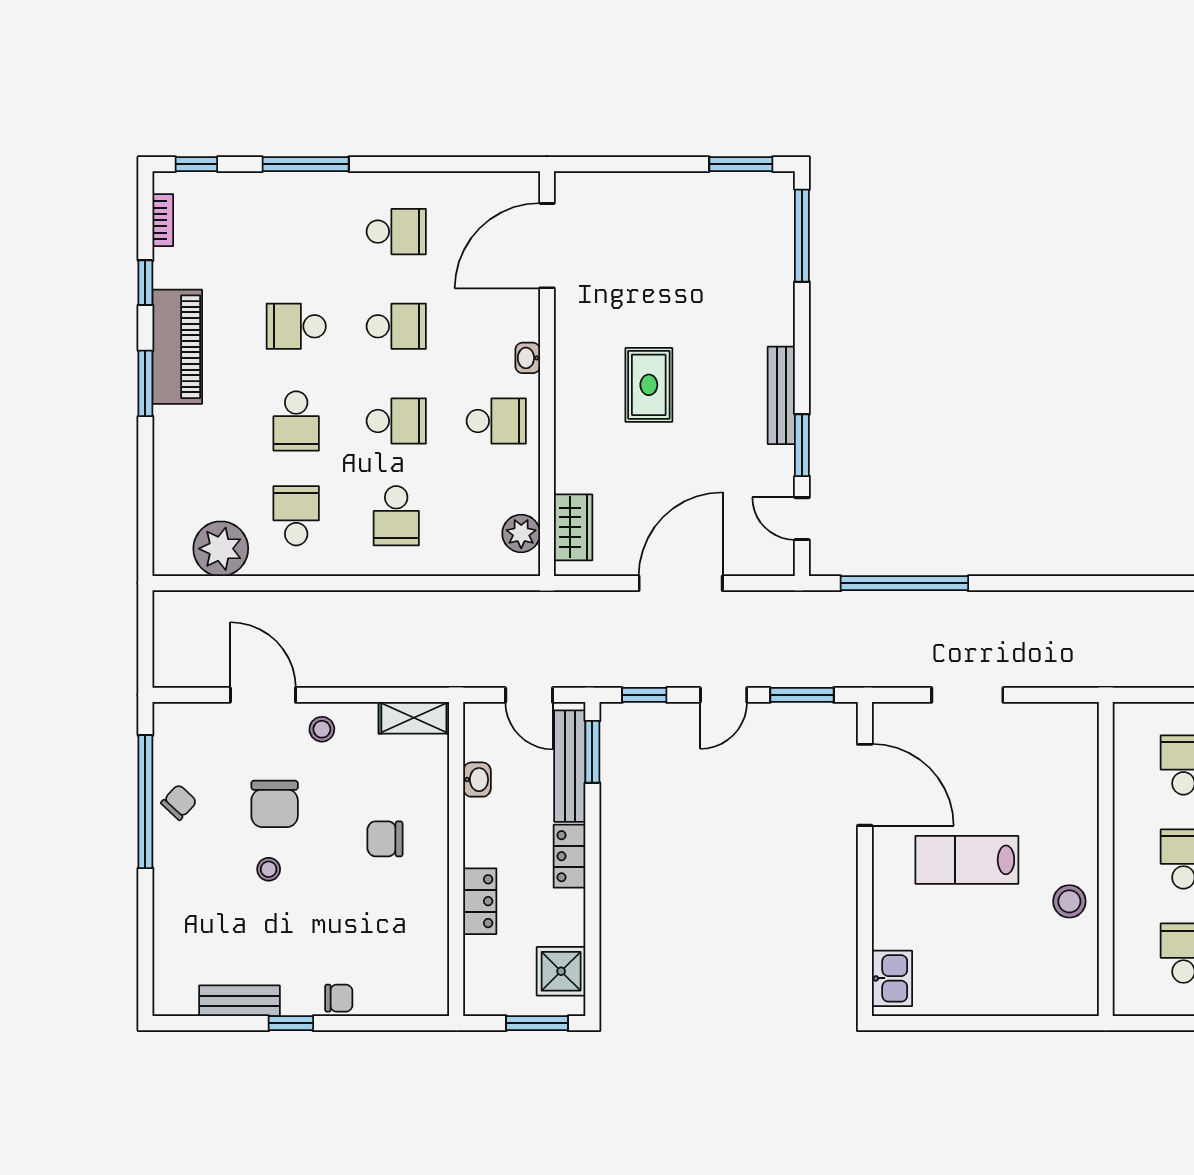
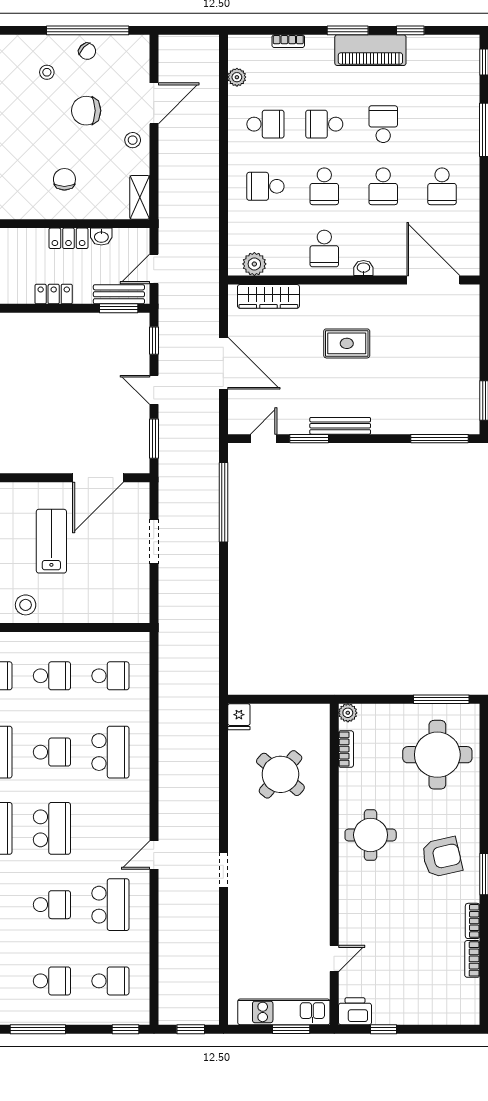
bookcase: (163, 220) -> (288, 41), moved
wardrobe: (573, 527) -> (268, 296), width x1.50
plant: (221, 549) -> (237, 77), width x0.53, depth x0.53
bench: (570, 766) -> (119, 294), width x0.73
stool: (269, 869) -> (47, 72), moved
locker: (480, 901) -> (69, 238), moved

